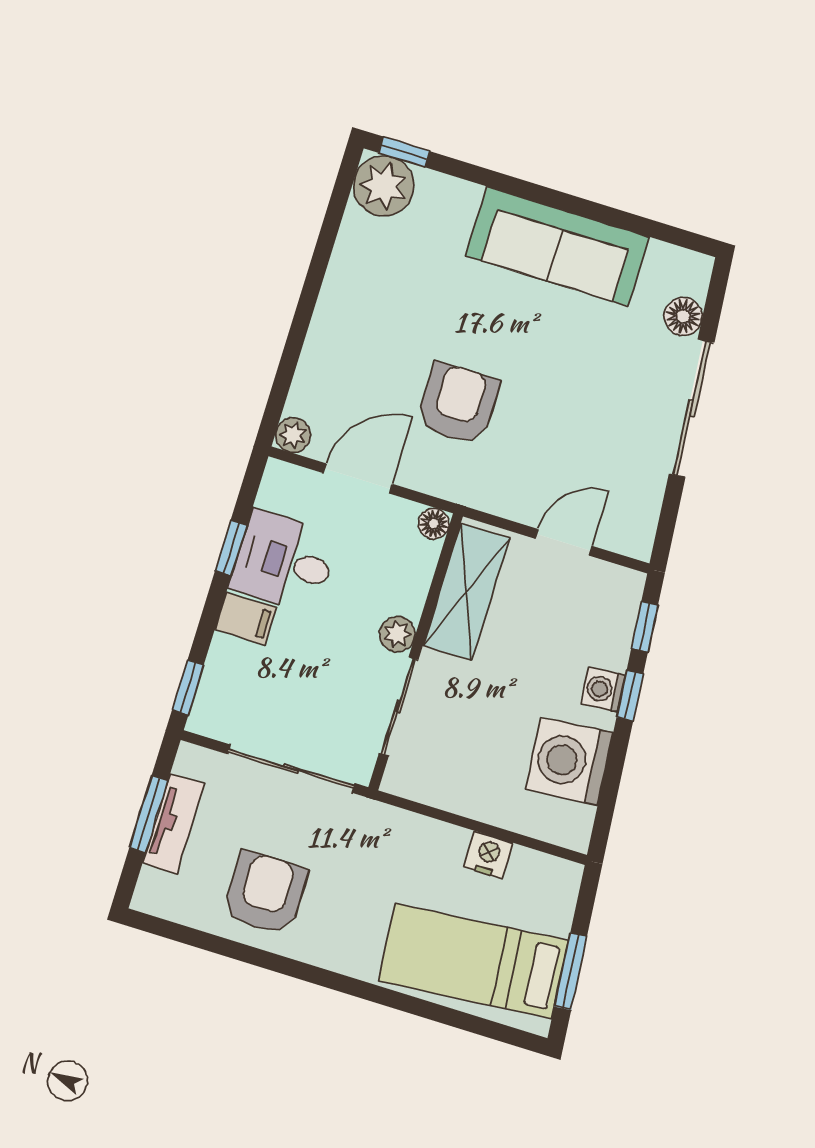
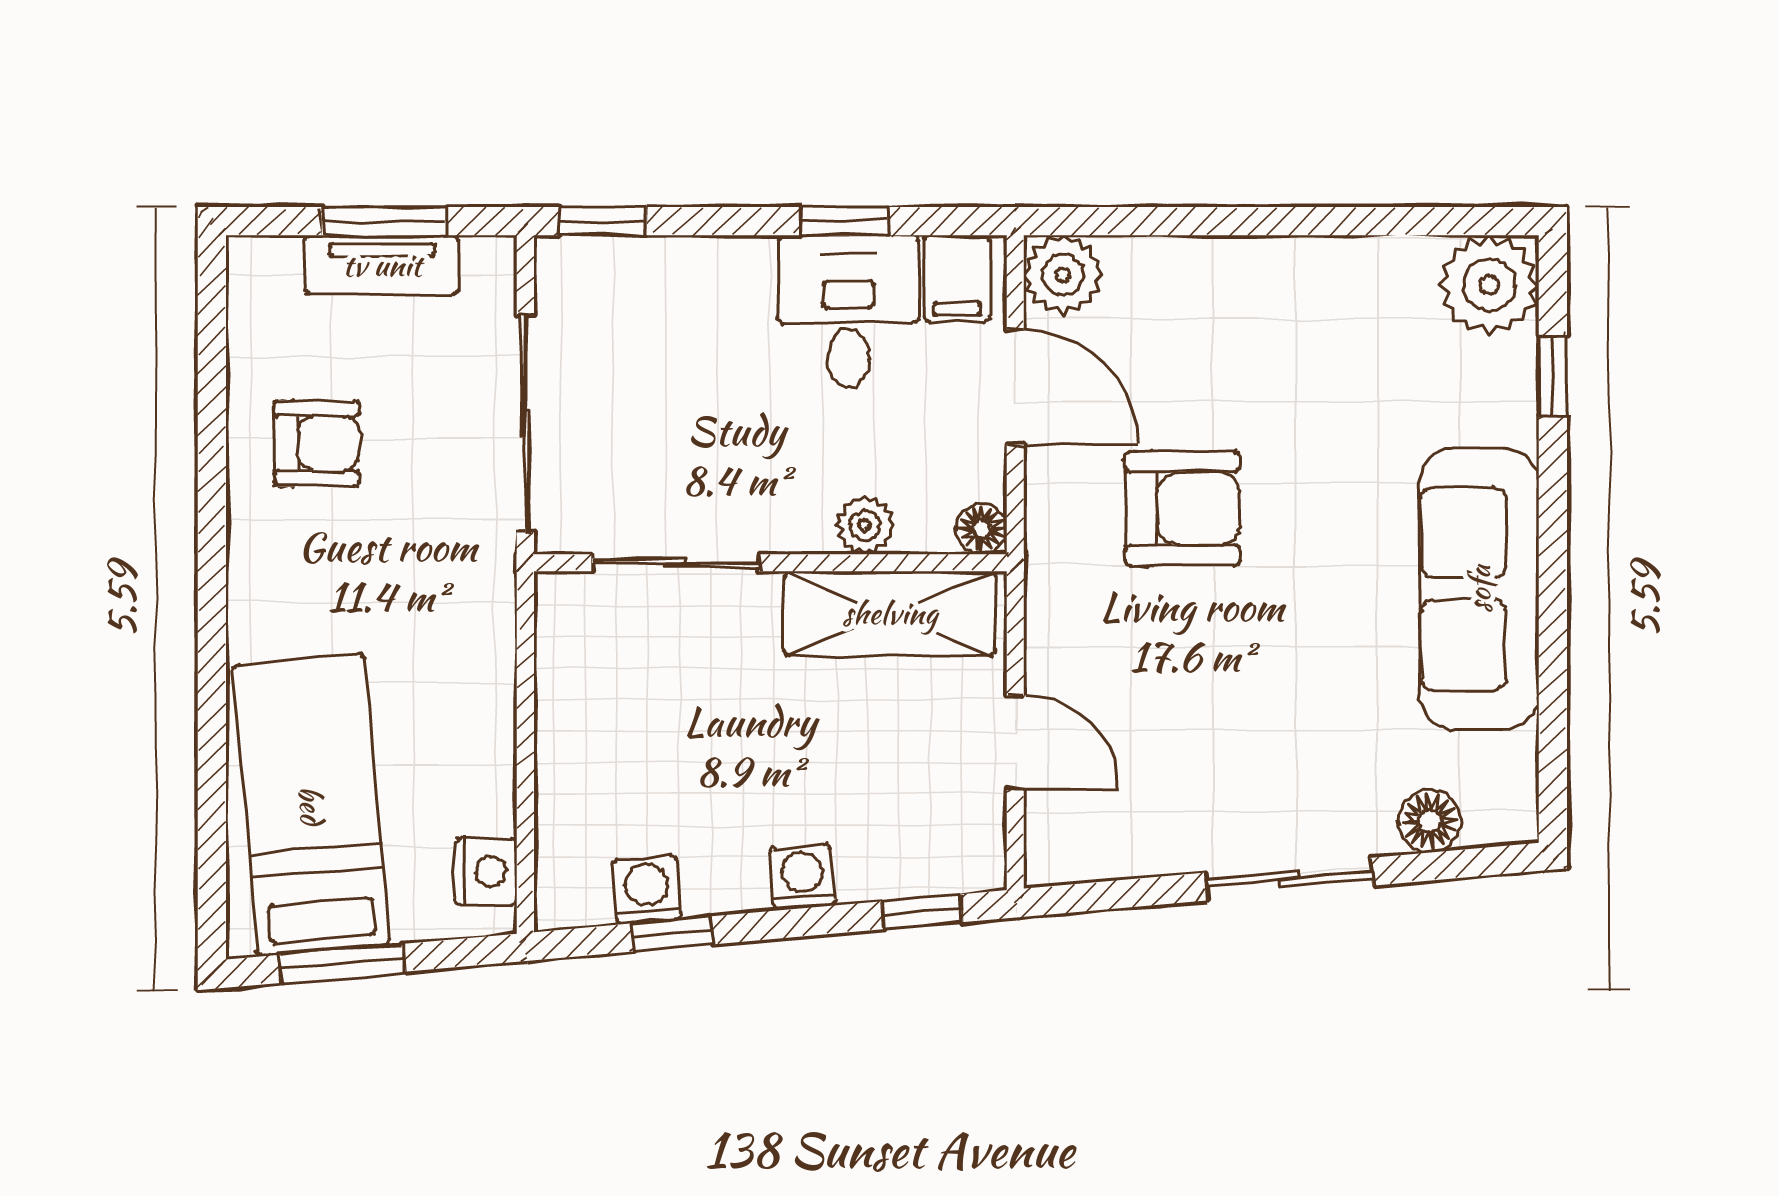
window: (404, 152) -> (1553, 376), moved
sliding door: (692, 408) -> (1289, 879), width x0.73
plant: (293, 435) -> (1063, 274), width x1.38, depth x1.38
filing cabinet: (246, 619) -> (957, 279), moved
plant: (397, 634) -> (865, 525), moved
window: (630, 696) -> (672, 934), moved
washing machine: (569, 761) -> (647, 890), width x0.53, depth x0.53
nightstand: (488, 855) -> (486, 871), moved
armchair: (265, 893) -> (317, 443), width x0.72, depth x0.72

